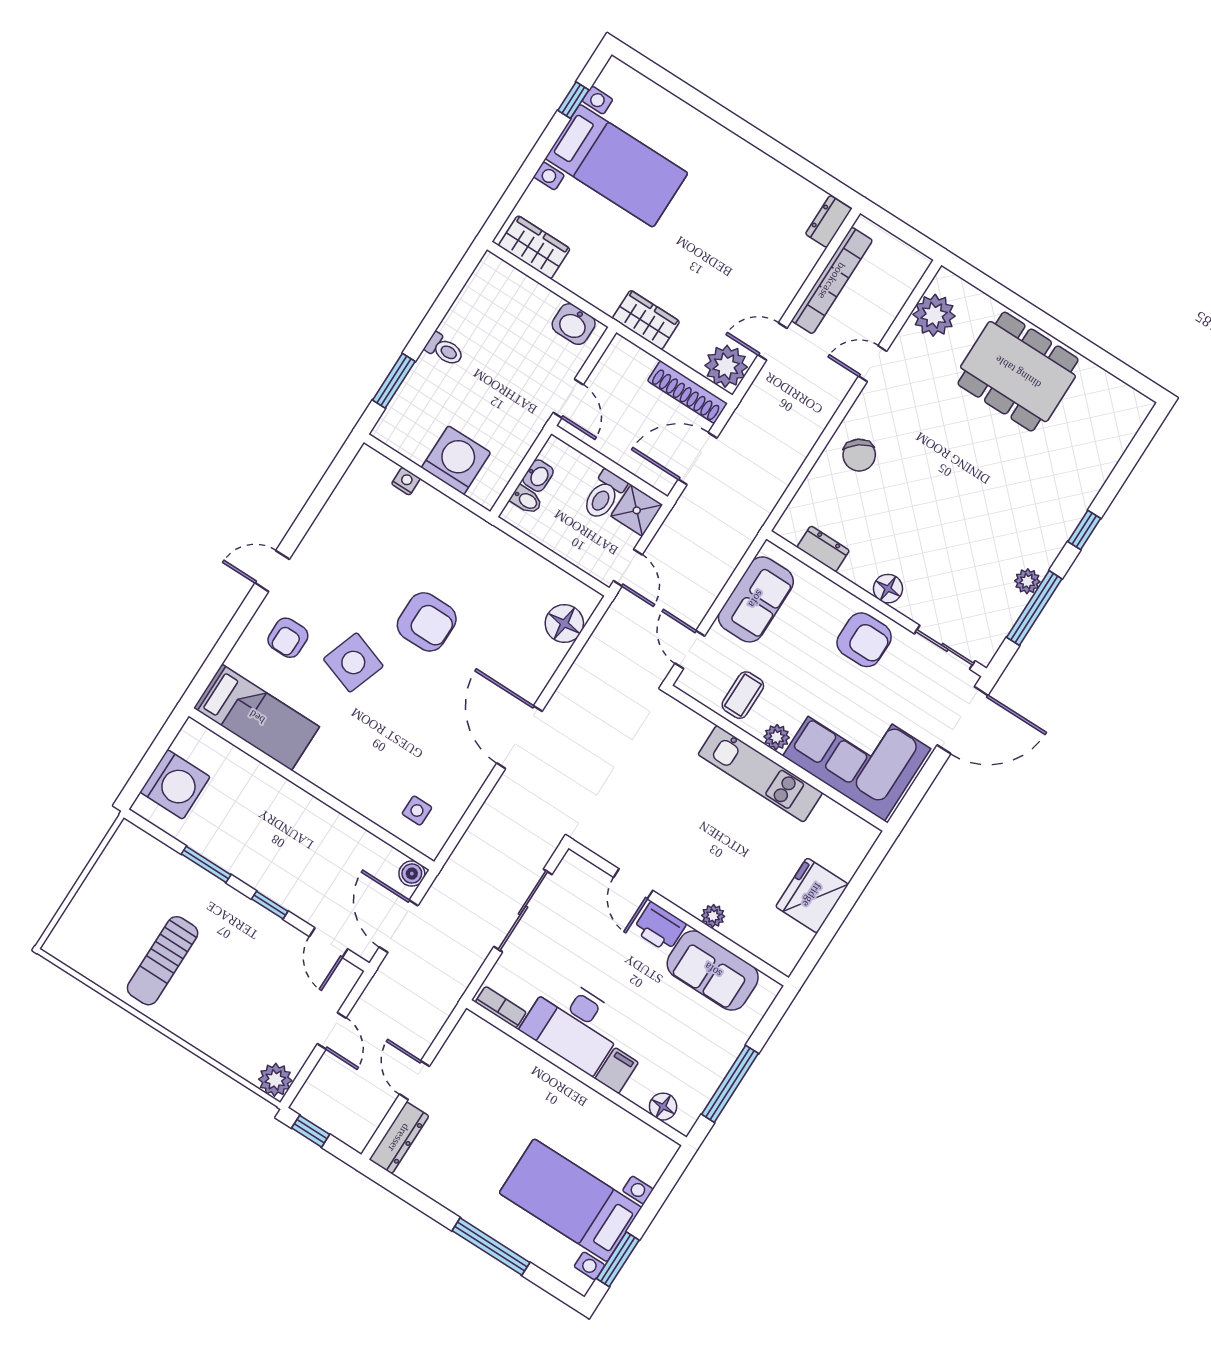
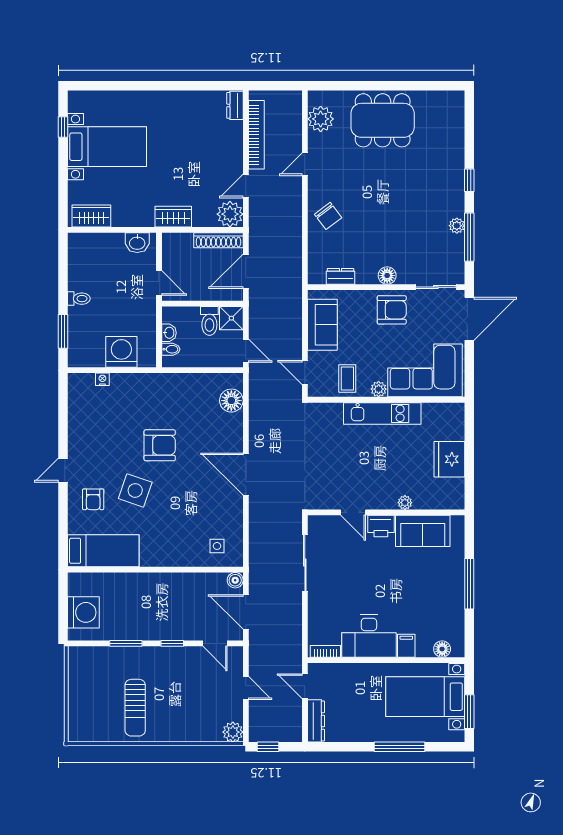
bookcase: (501, 1007) -> (325, 651), moved
desk: (574, 1024) -> (369, 636), moved
filing cabinet: (617, 1071) -> (406, 646), moved
wall: (576, 1073) -> (386, 660), moved
floor lamp: (663, 1107) -> (442, 649), moved

